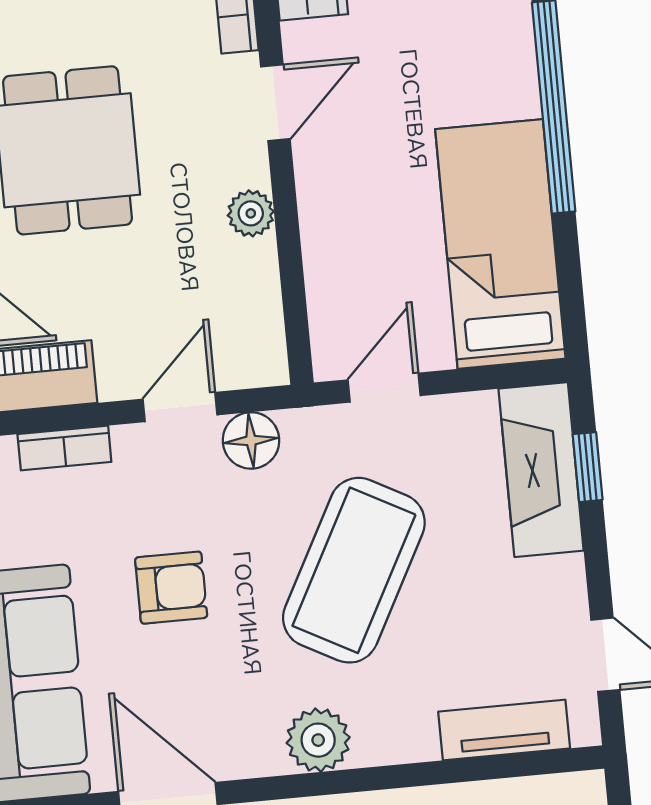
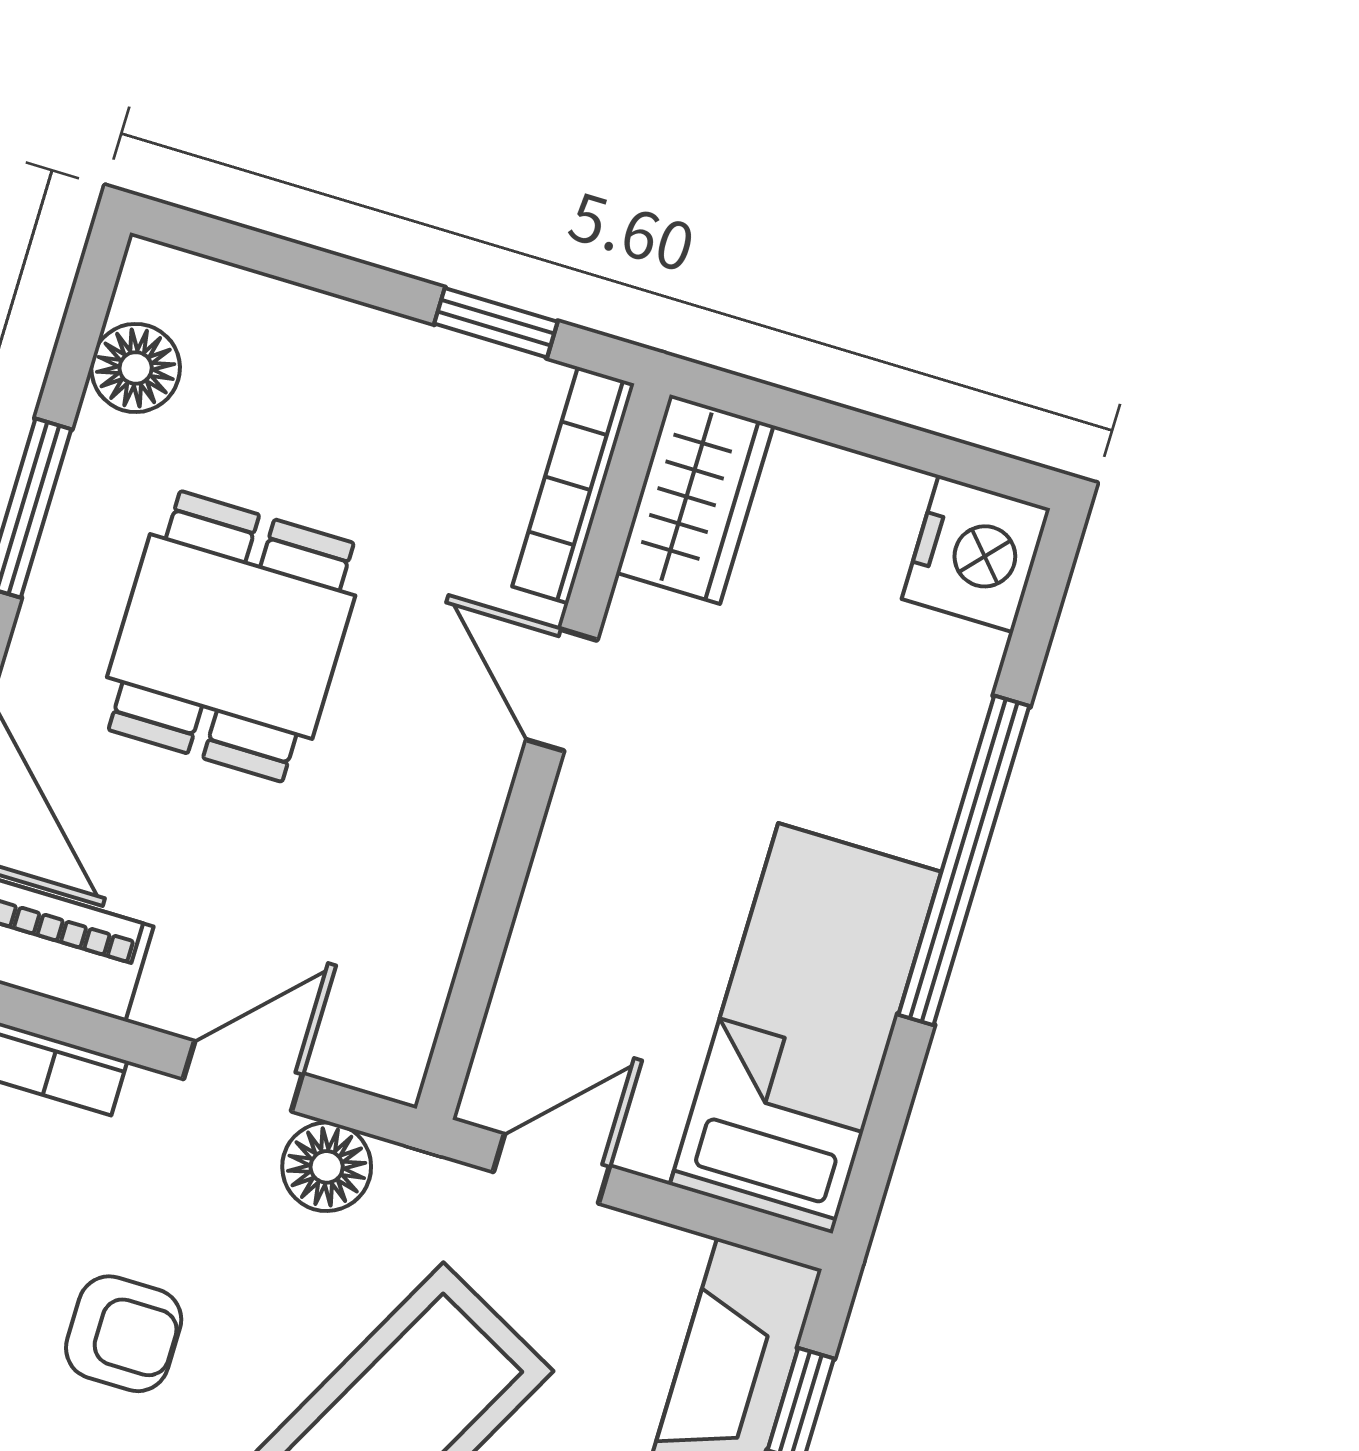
door: (275, 103) -> (562, 690), swing flipped
plant: (251, 213) -> (460, 836), removed

